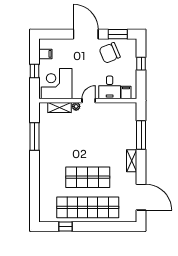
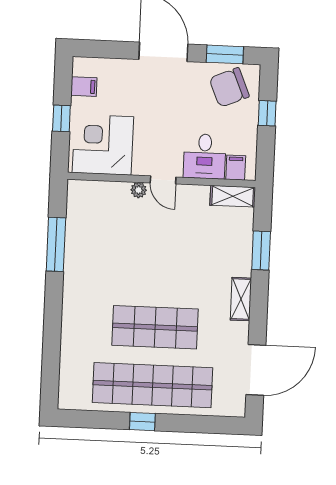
chair: (110, 53) -> (229, 87), moved
door: (89, 101) -> (163, 180), swing flipped
shelving: (59, 107) -> (233, 196), moved
window: (141, 135) -> (261, 250), width x0.69
door: (141, 197) -> (256, 370), hinge flipped
window: (66, 226) -> (142, 422), moved

